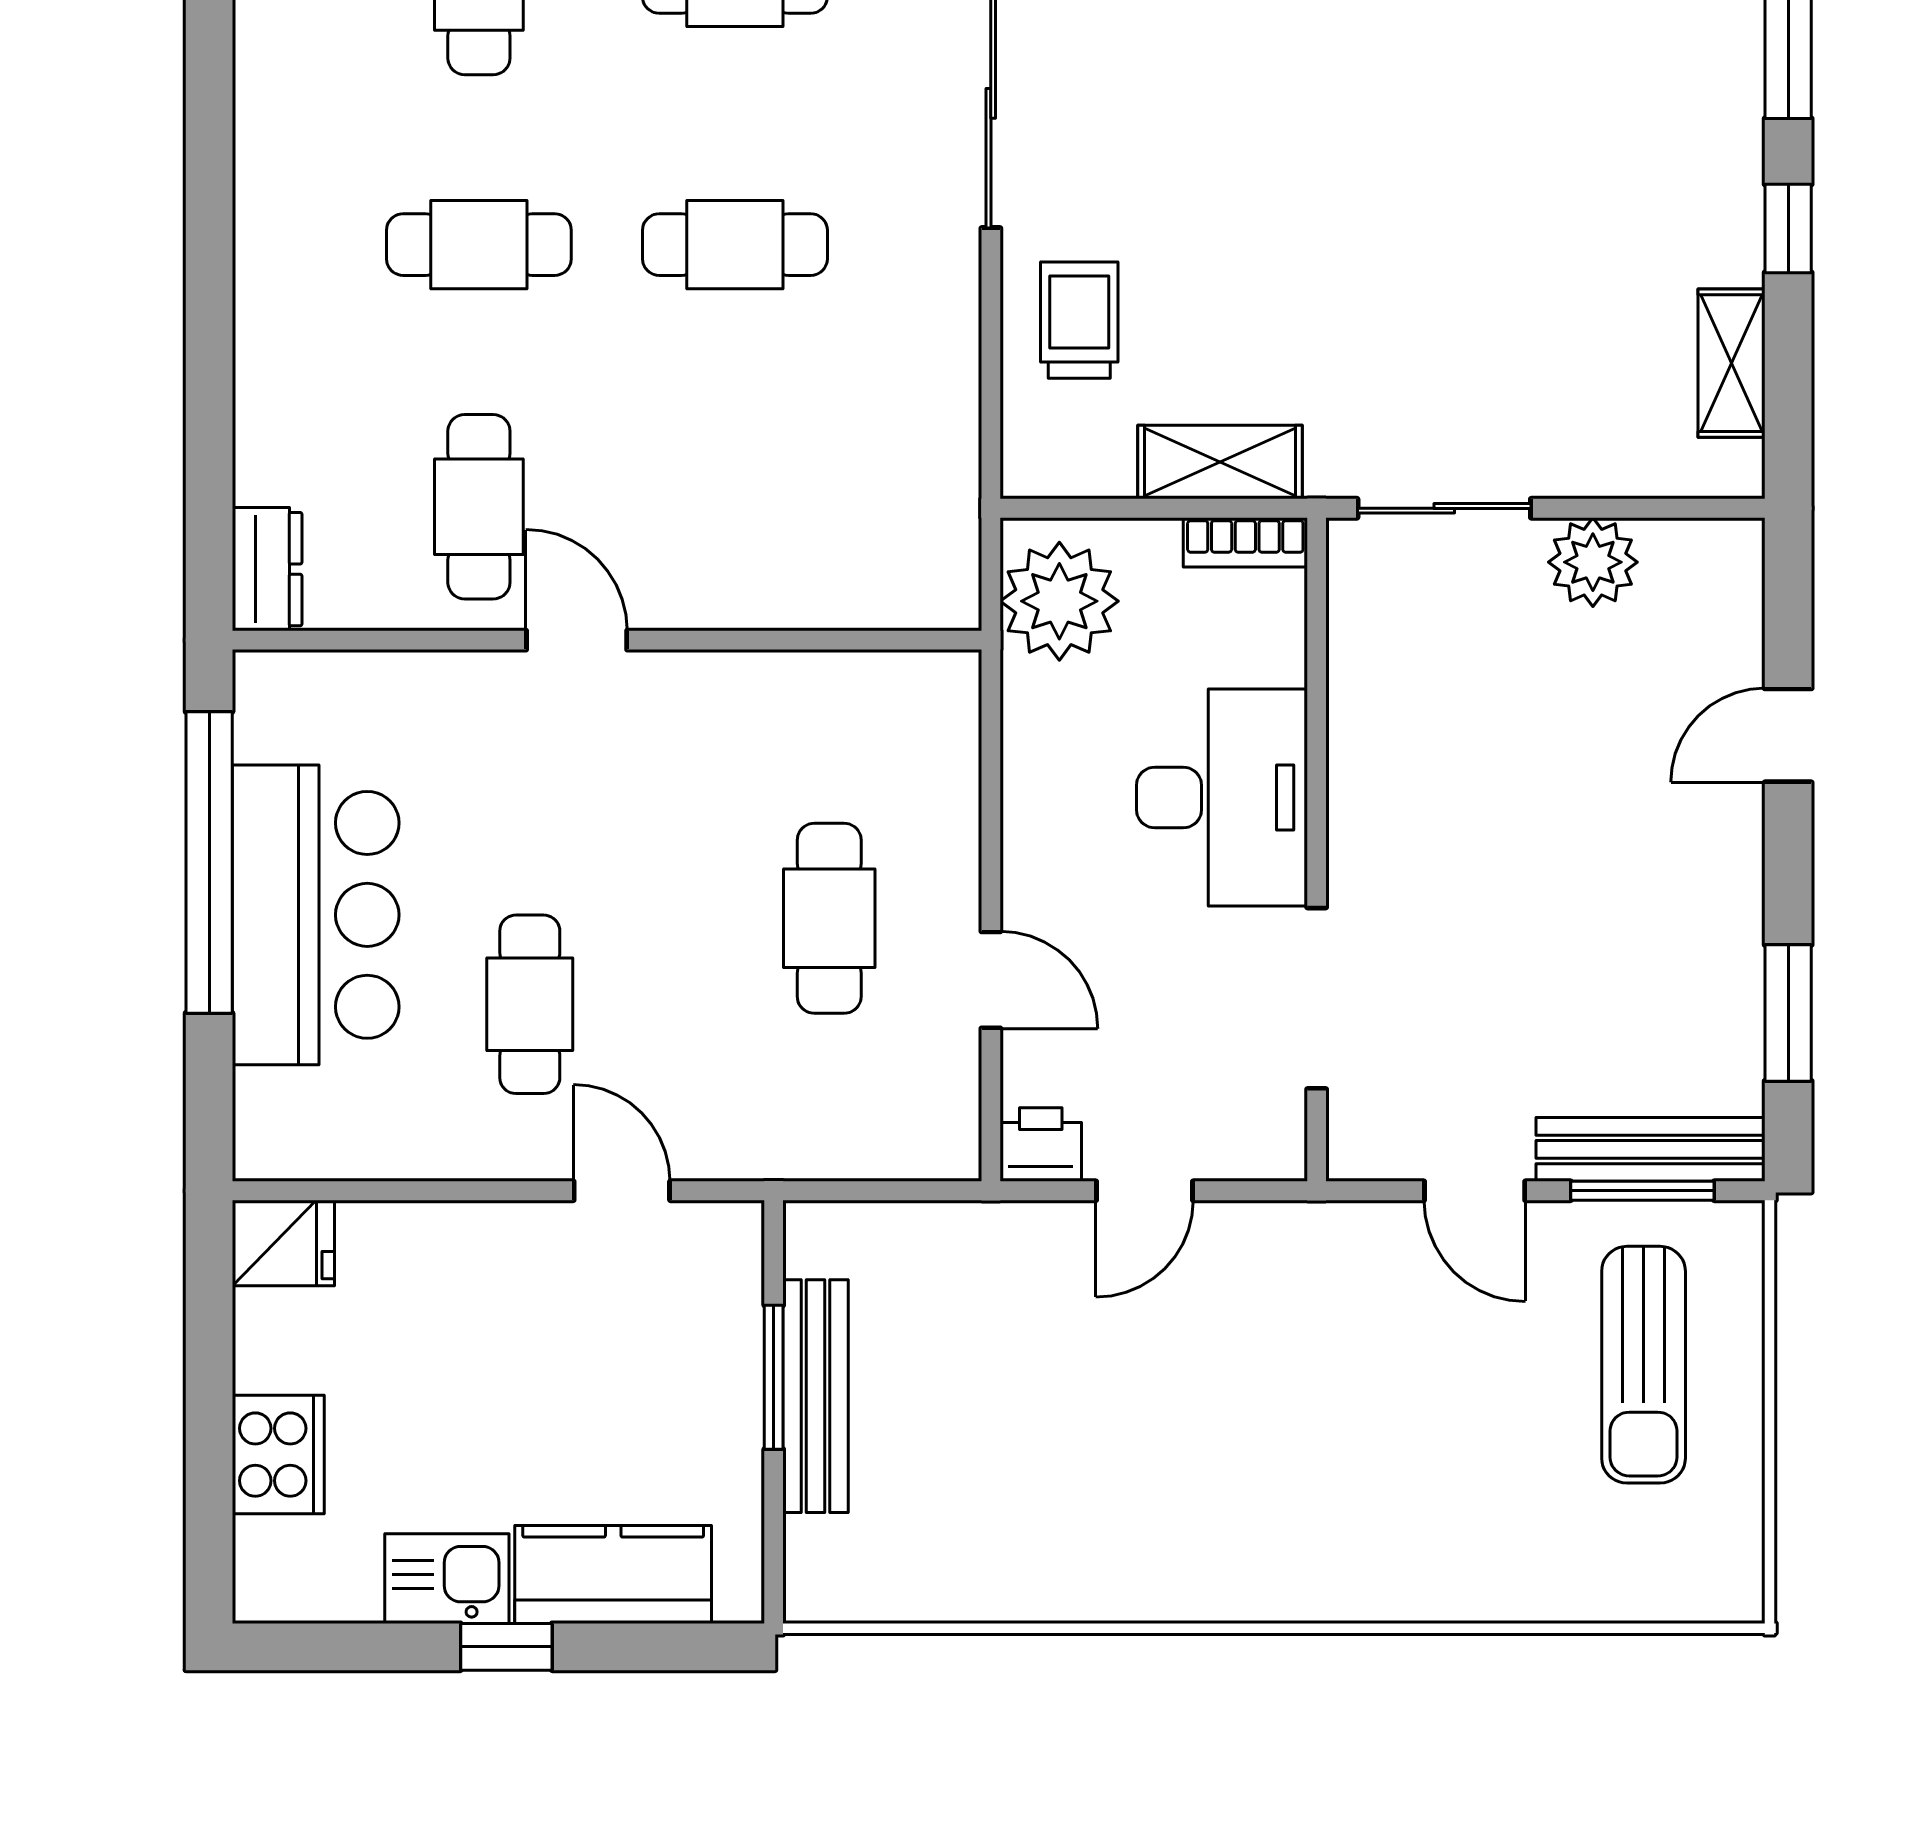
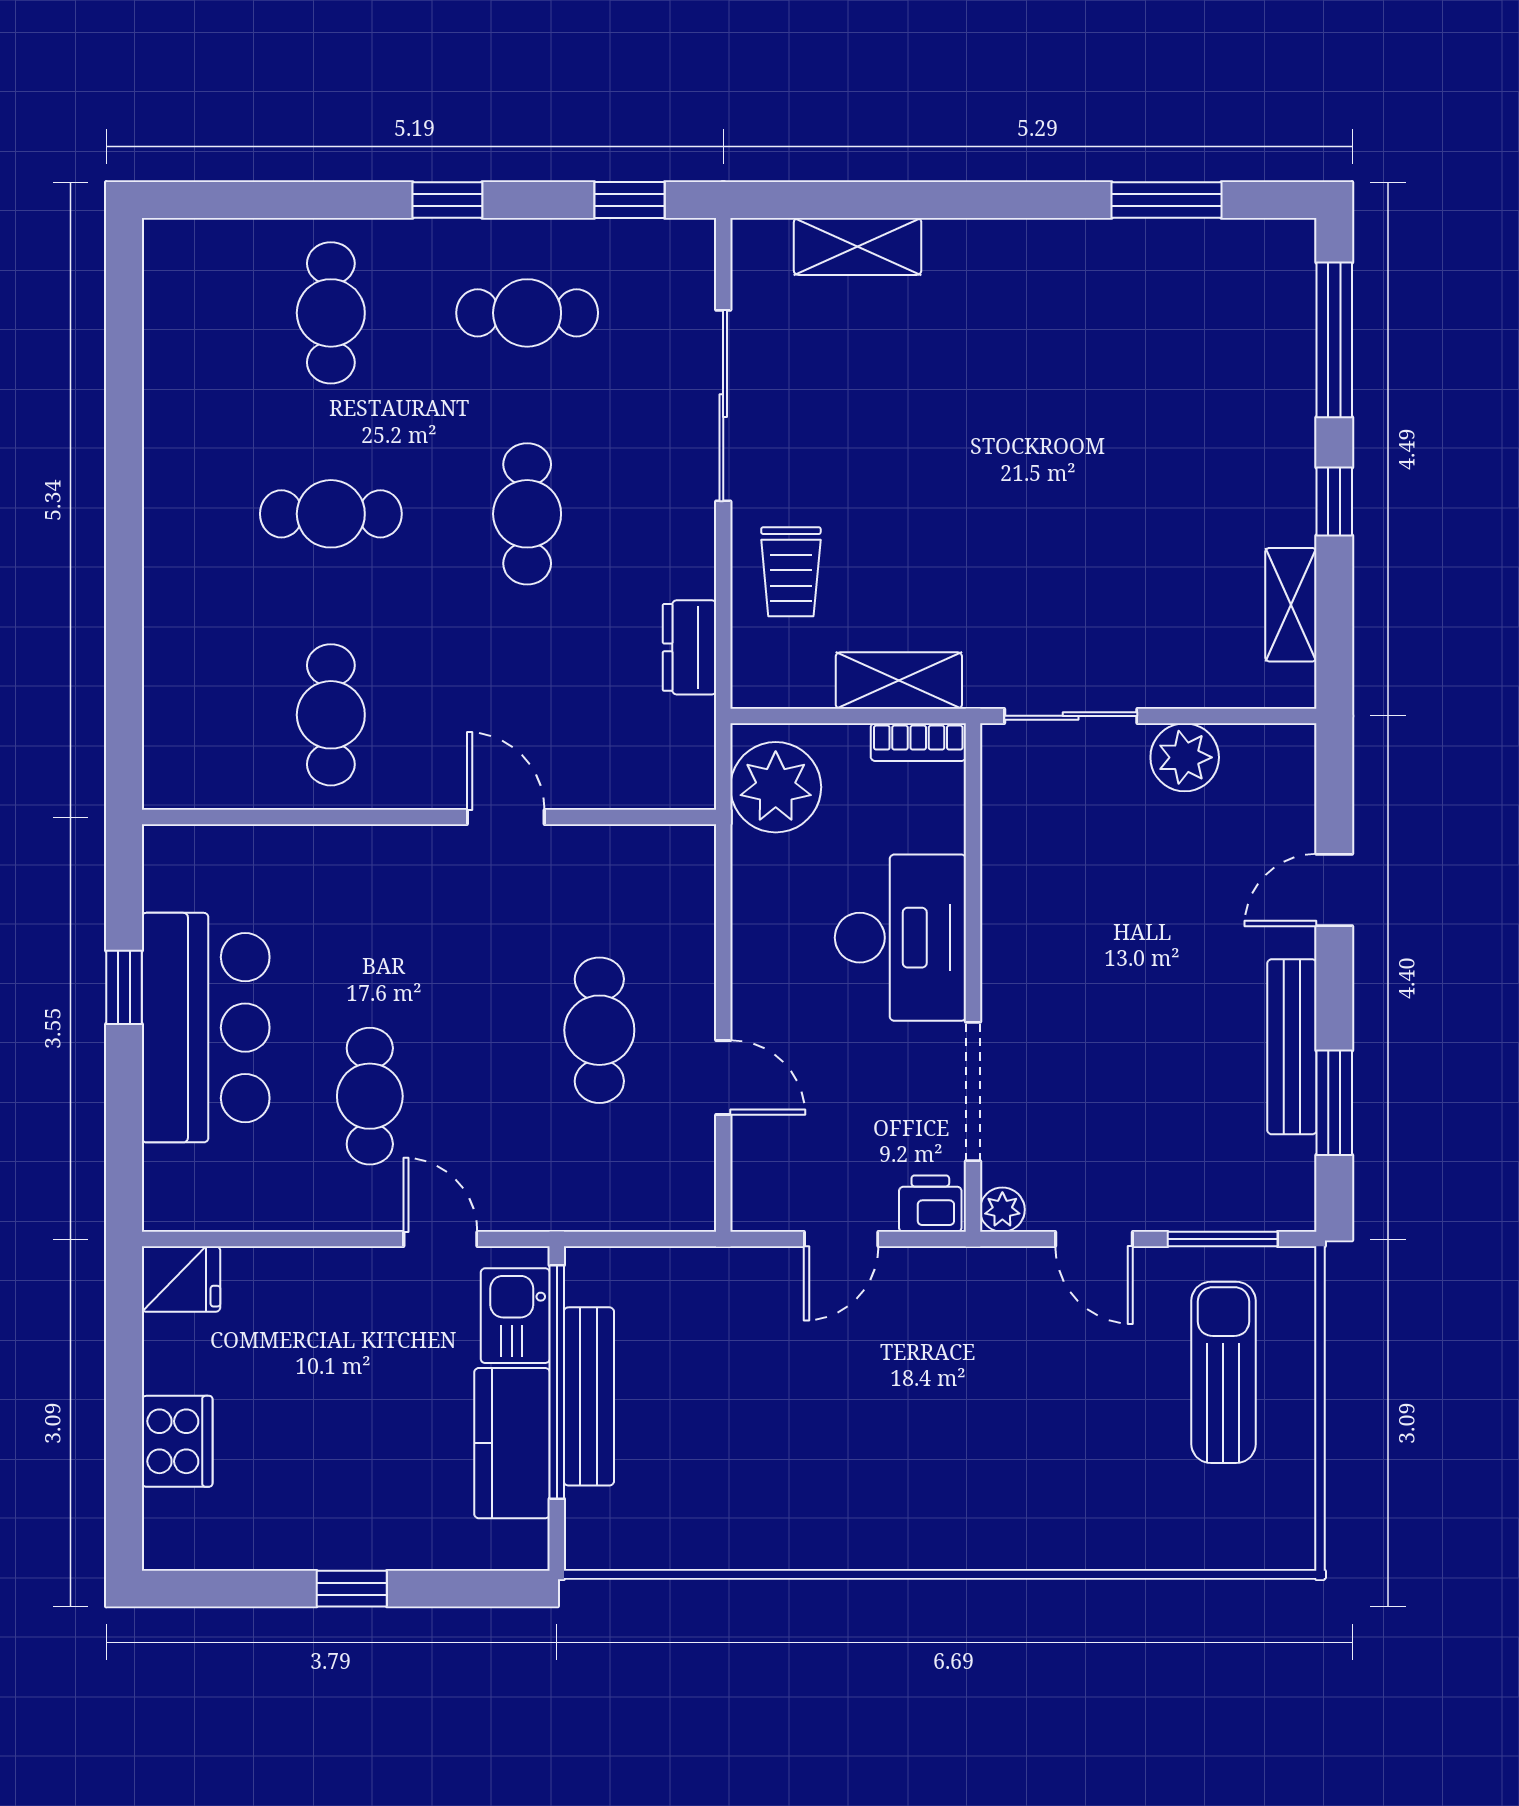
cafe table: (735, 245) -> (527, 514), turned 90
trolley: (1079, 320) -> (791, 572), turned 180
dresser: (267, 569) -> (689, 647), moved, turned 180
door: (577, 640) -> (506, 817), moved
window: (209, 862) -> (124, 987), width x0.32
printer: (1041, 1145) -> (930, 1204), moved
bench: (1650, 1149) -> (1292, 1047), moved, turned 90
plant: (1355, 1152) -> (1002, 1210), added
sun lounger: (1644, 1365) -> (1223, 1372), turned 180
window: (774, 1377) -> (557, 1382), width x2.11
kitchen counter: (613, 1574) -> (512, 1443), moved, turned -90
kitchen sink: (447, 1579) -> (515, 1316), moved, turned -90

